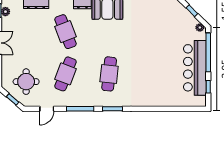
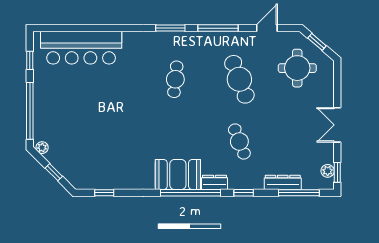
cafe table: (65, 32) -> (239, 141), width x0.73, depth x0.74
bar counter: (195, 68) -> (81, 48), moved, turned 90
cafe table: (65, 74) -> (239, 79), turned -42
cafe table: (109, 74) -> (175, 79), width x0.73, depth x0.74

